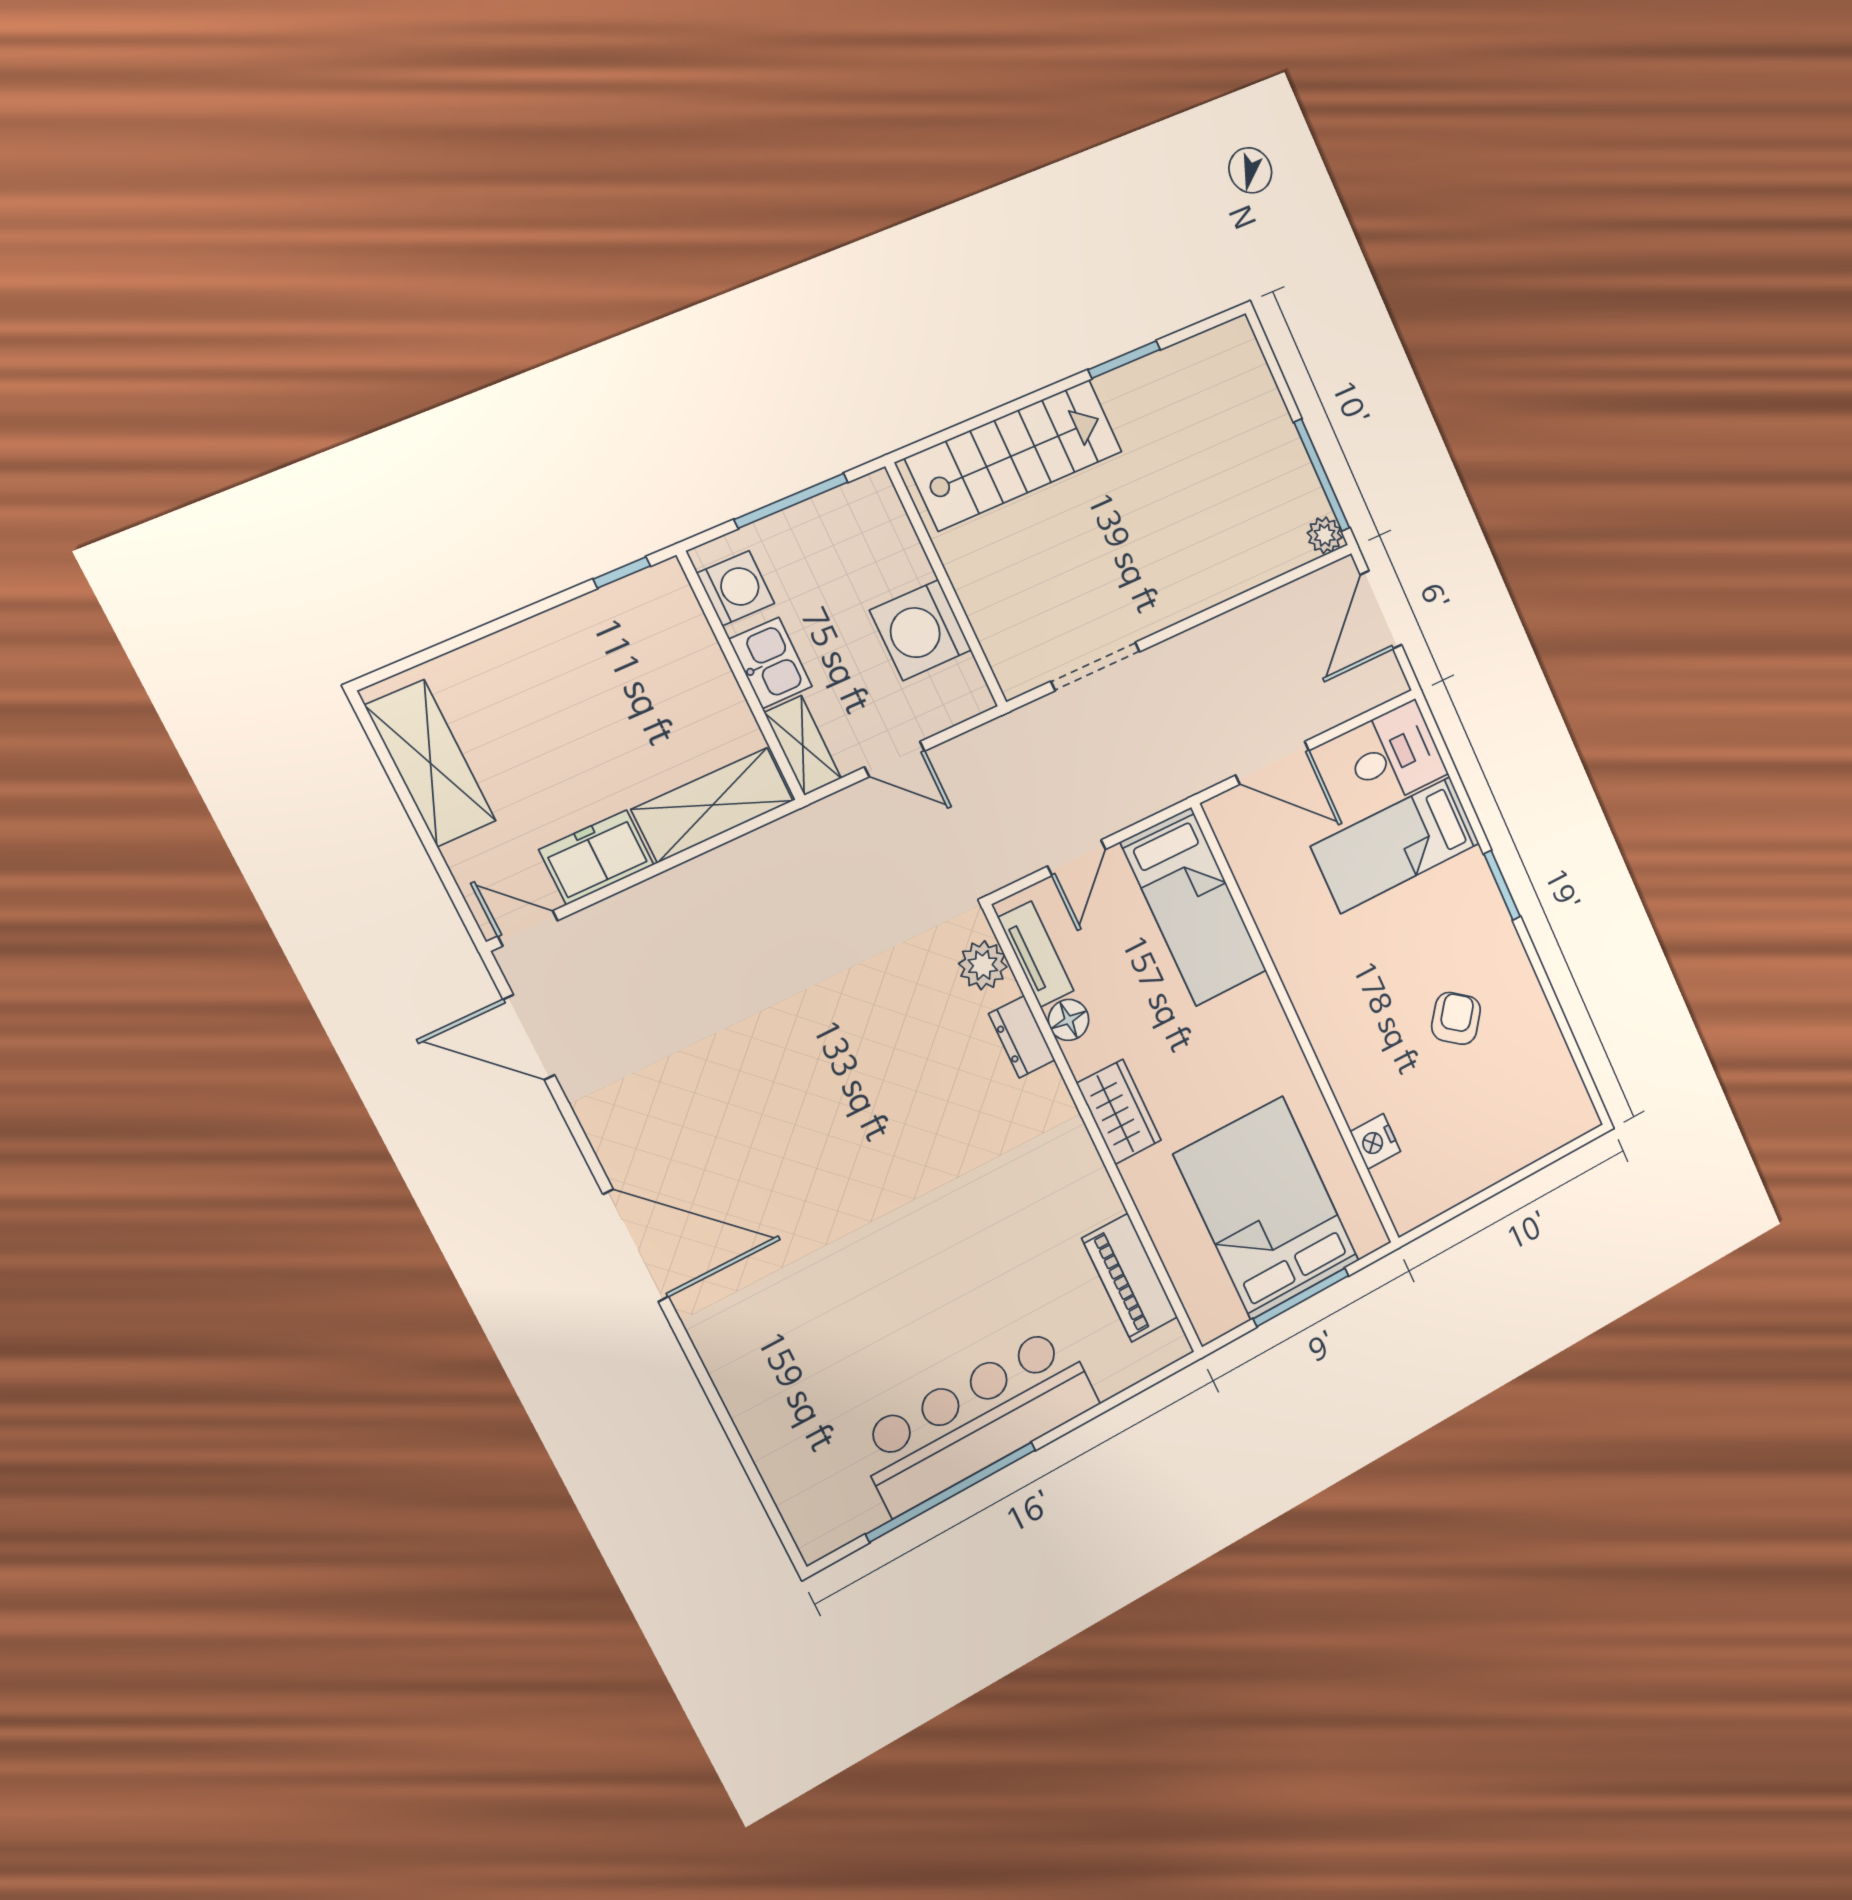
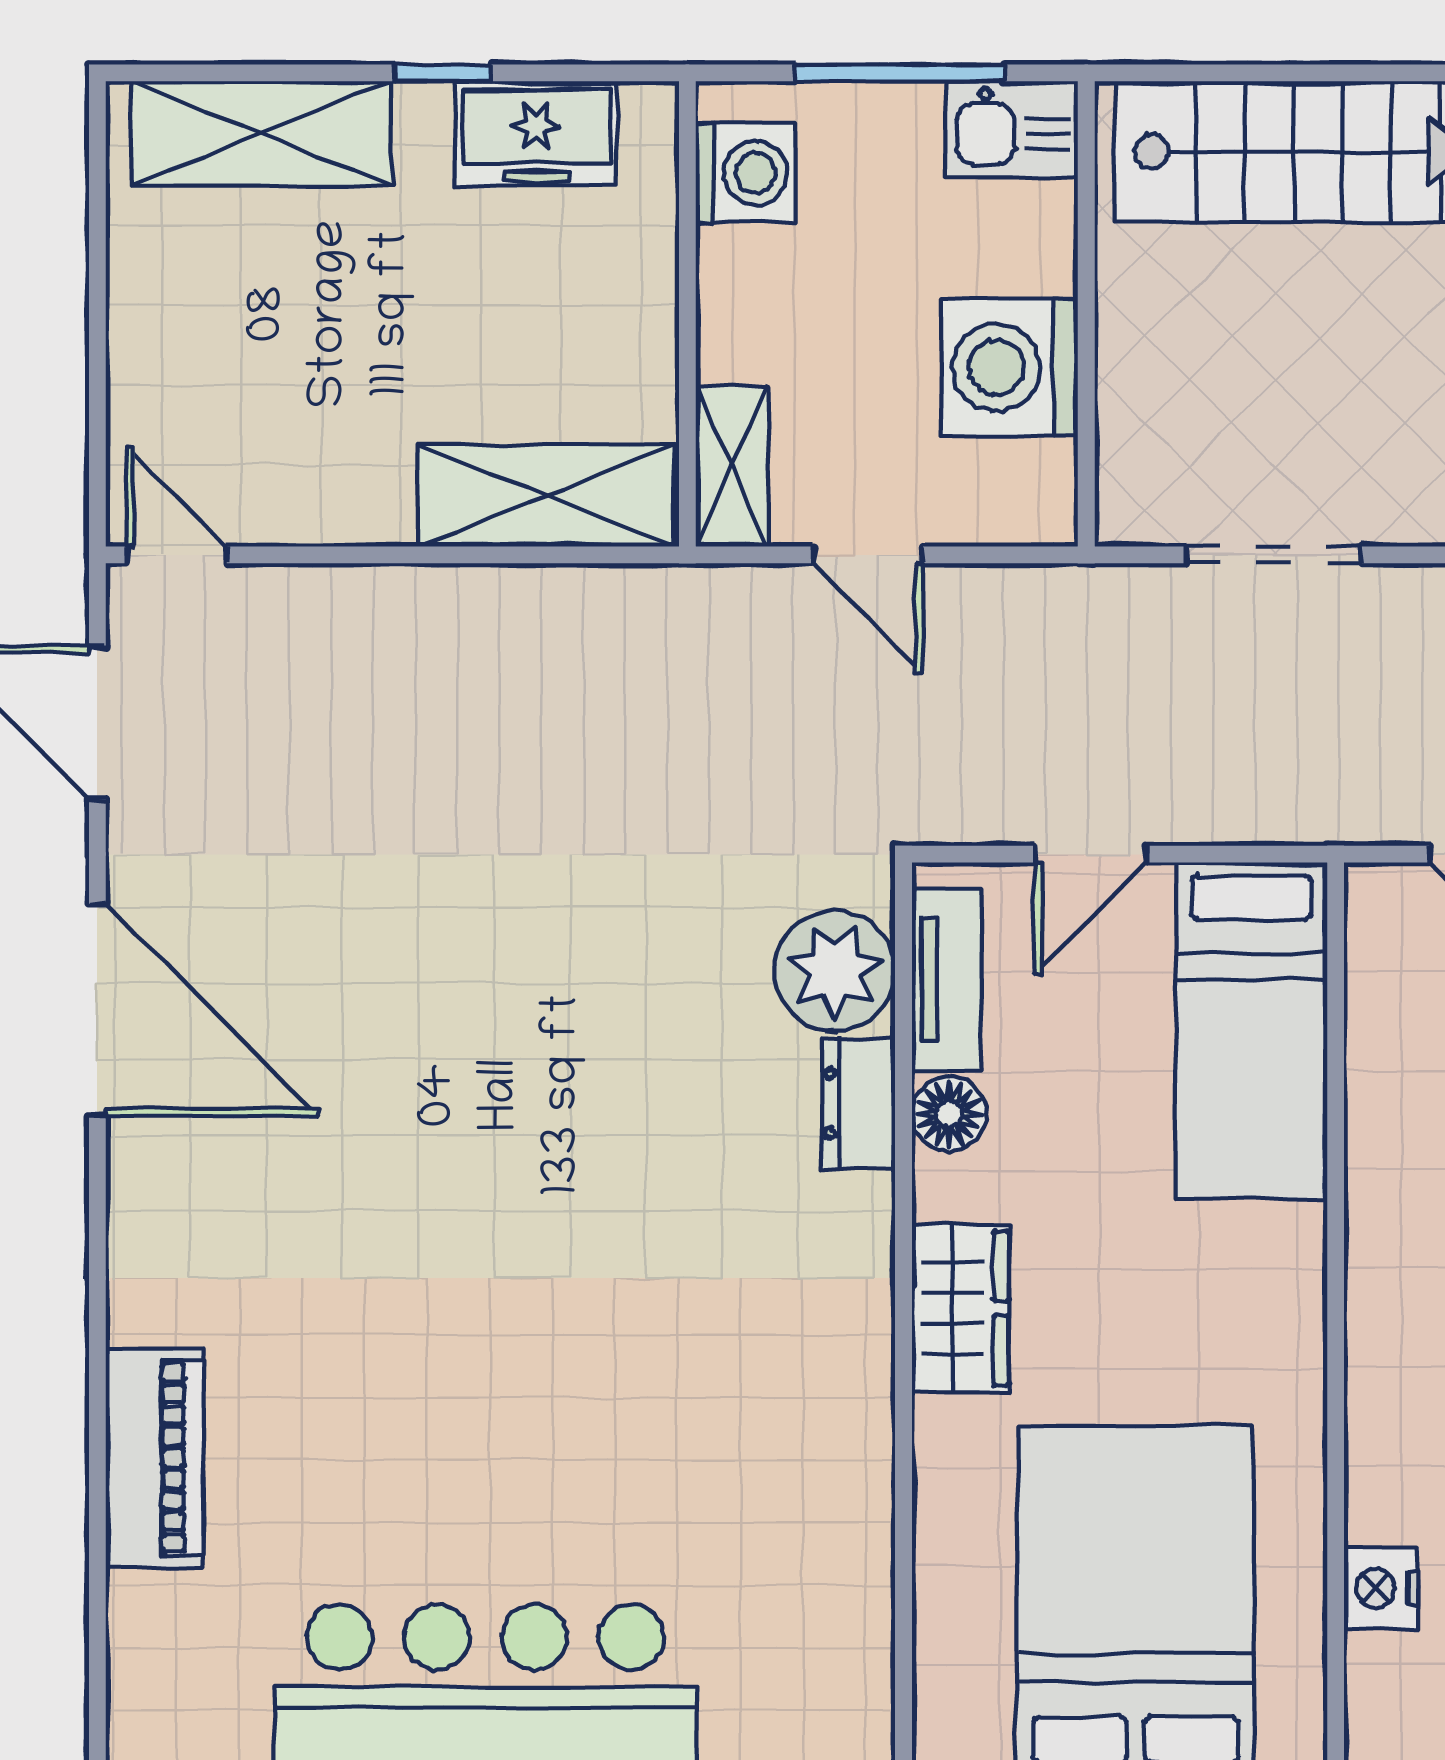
window: (622, 572) -> (443, 73), moved
kitchen sink: (770, 663) -> (1012, 129), moved, turned 90
shelving: (430, 763) -> (261, 134), moved, turned 90
freezer: (597, 857) -> (536, 134), moved, turned 180
plant: (983, 965) -> (835, 971), width x1.36, depth x1.36
door: (636, 1246) -> (97, 1010), moved
piano: (1130, 1278) -> (154, 1458), moved, turned 180

